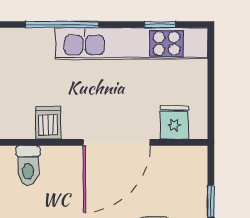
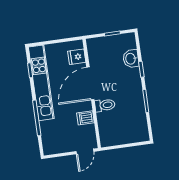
door: (117, 142) -> (90, 83), swing flipped
toilet: (28, 166) -> (105, 105), moved

